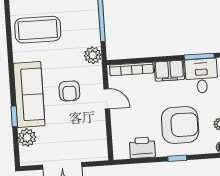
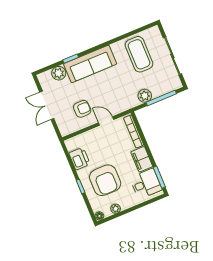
plant: (93, 55) -> (145, 96), moved
armchair: (69, 91) -> (82, 109), moved, turned 180
door: (107, 99) -> (106, 121), swing flipped

